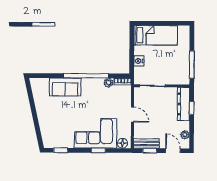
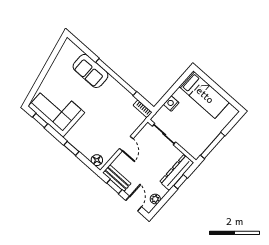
plant: (109, 83) -> (130, 99), removed
corner sofa: (96, 133) -> (56, 109), moved

